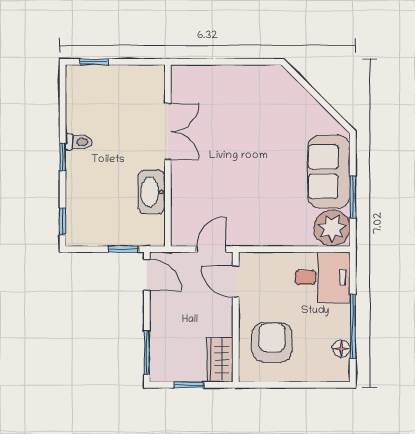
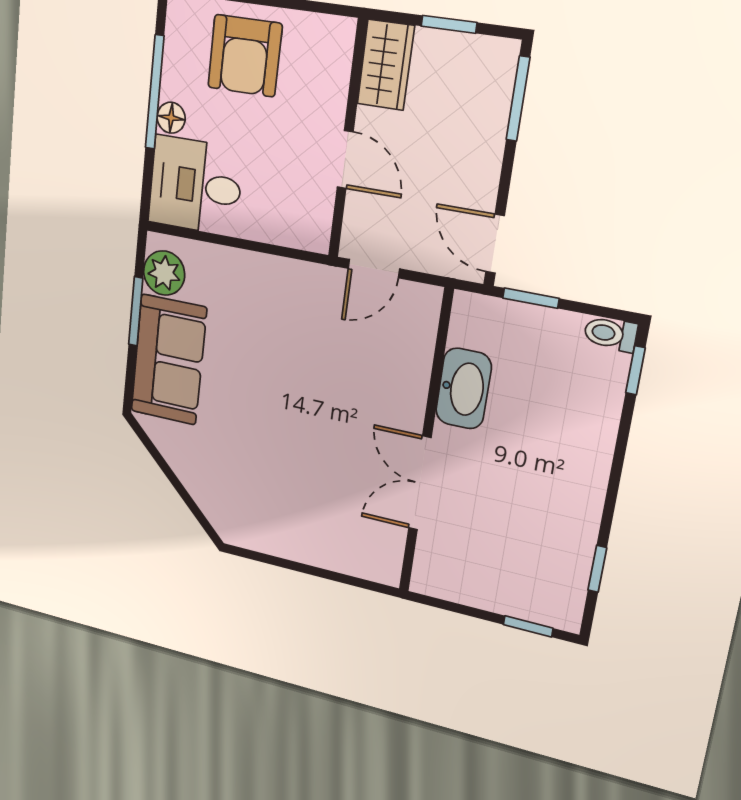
toilet: (79, 142) -> (611, 334), moved
window: (63, 157) -> (597, 569), moved
plant: (332, 228) -> (164, 273), width x0.73, depth x0.73
door: (236, 282) -> (345, 160), moved
armchair: (272, 342) -> (245, 56), moved
floor lamp: (341, 349) -> (171, 118), moved

